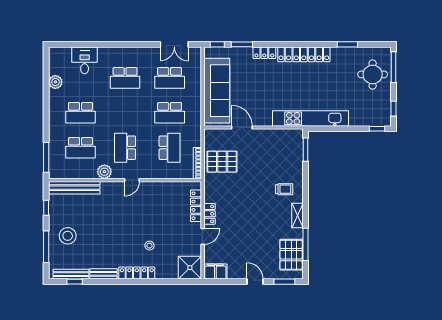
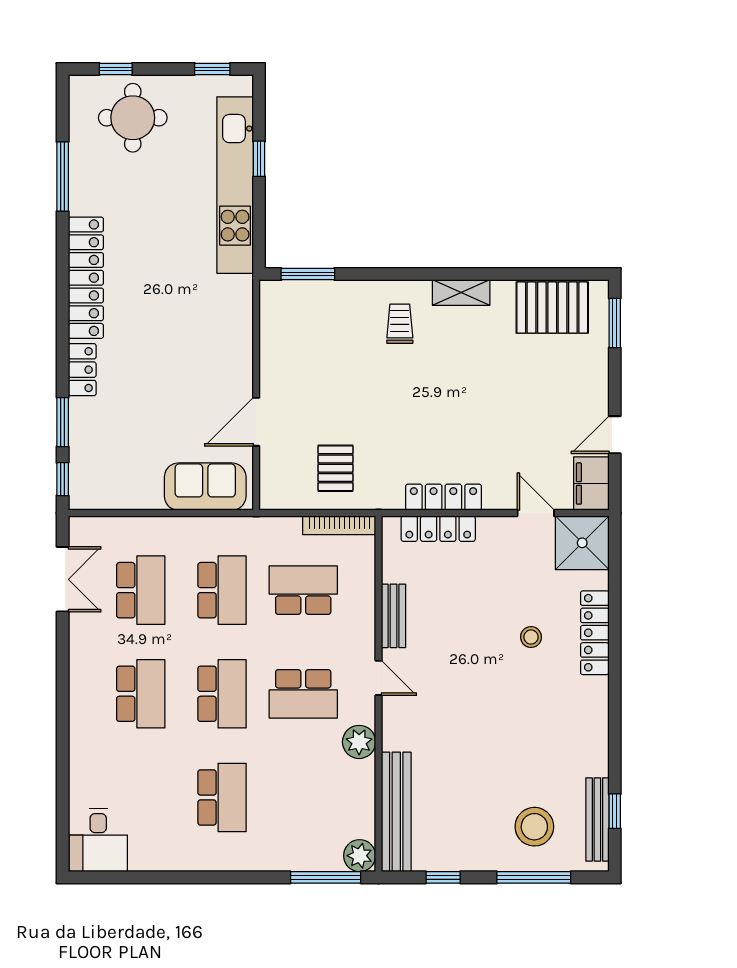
window: (347, 44) -> (63, 177), width x1.44
desk: (85, 60) -> (98, 840), moved, turned -90
window: (394, 67) -> (116, 69), width x0.46
plant: (55, 82) -> (360, 856), moved
sofa: (217, 91) -> (205, 487), width x0.54, depth x0.79
kitchen unit: (311, 118) -> (235, 185), moved
window: (377, 129) -> (259, 159), moved
school desk: (81, 148) -> (222, 694), moved
pallet: (222, 162) -> (336, 468), width x0.67, depth x0.71
locker: (210, 214) -> (443, 497), width x1.53
stool: (68, 236) -> (534, 827), moved
door: (203, 236) -> (536, 513), moved
window: (305, 244) -> (528, 274), removed
locker: (137, 273) -> (595, 633), moved
bench: (104, 274) -> (393, 616), moved
door: (255, 282) -> (615, 435), moved

